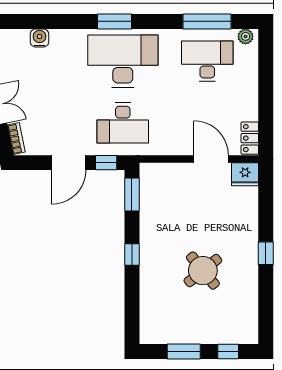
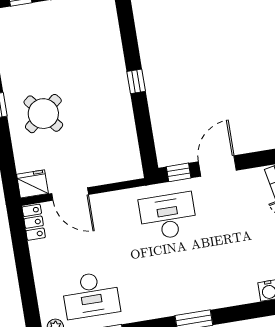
desk: (123, 61) -> (179, 281), removed
window: (132, 194) -> (146, 144), removed
round table: (203, 271) -> (43, 114), moved

